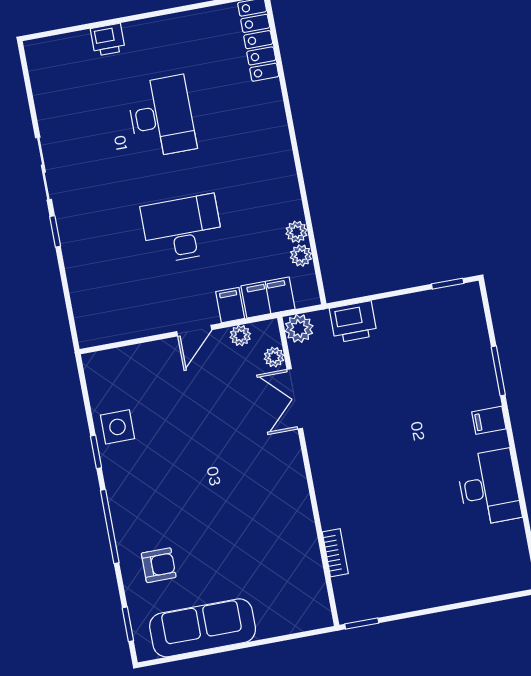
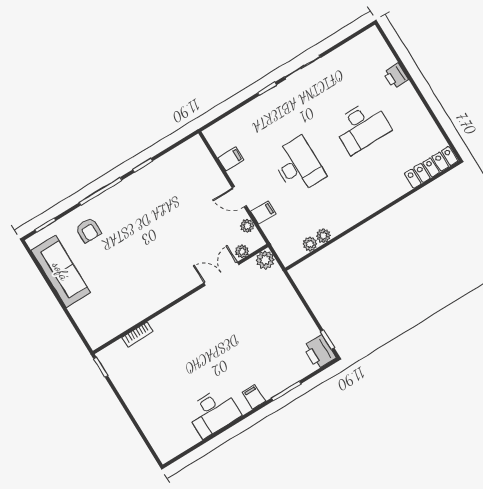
filing cabinet: (268, 298) -> (231, 159), moved, width x0.50
printer: (353, 322) -> (319, 352), moved
side table: (117, 427) -> (163, 173), removed

